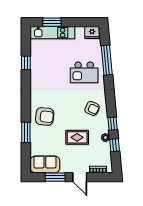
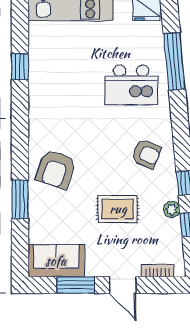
armchair: (45, 116) -> (56, 169), turned 102

